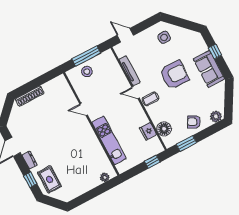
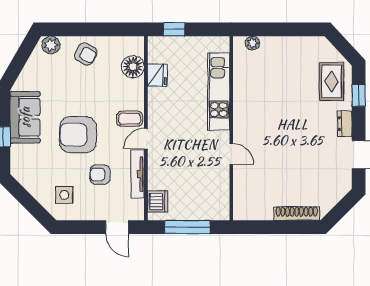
armchair: (150, 59) -> (100, 175), added
dishwasher: (110, 61) -> (158, 201), added
stool: (87, 72) -> (198, 205), removed
door: (136, 93) -> (146, 139), swing flipped
window: (186, 143) -> (112, 29), removed

